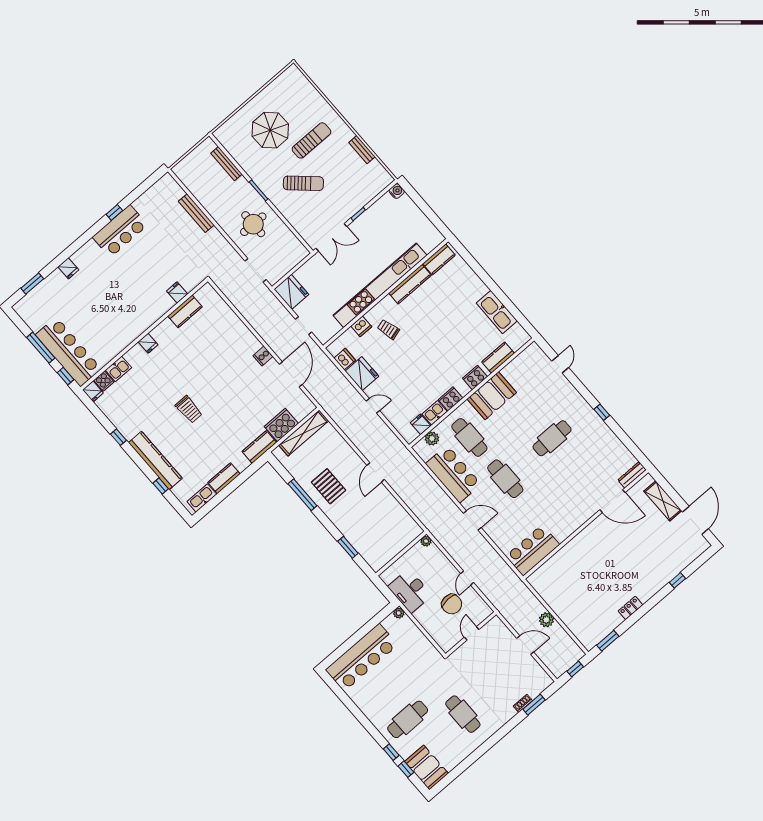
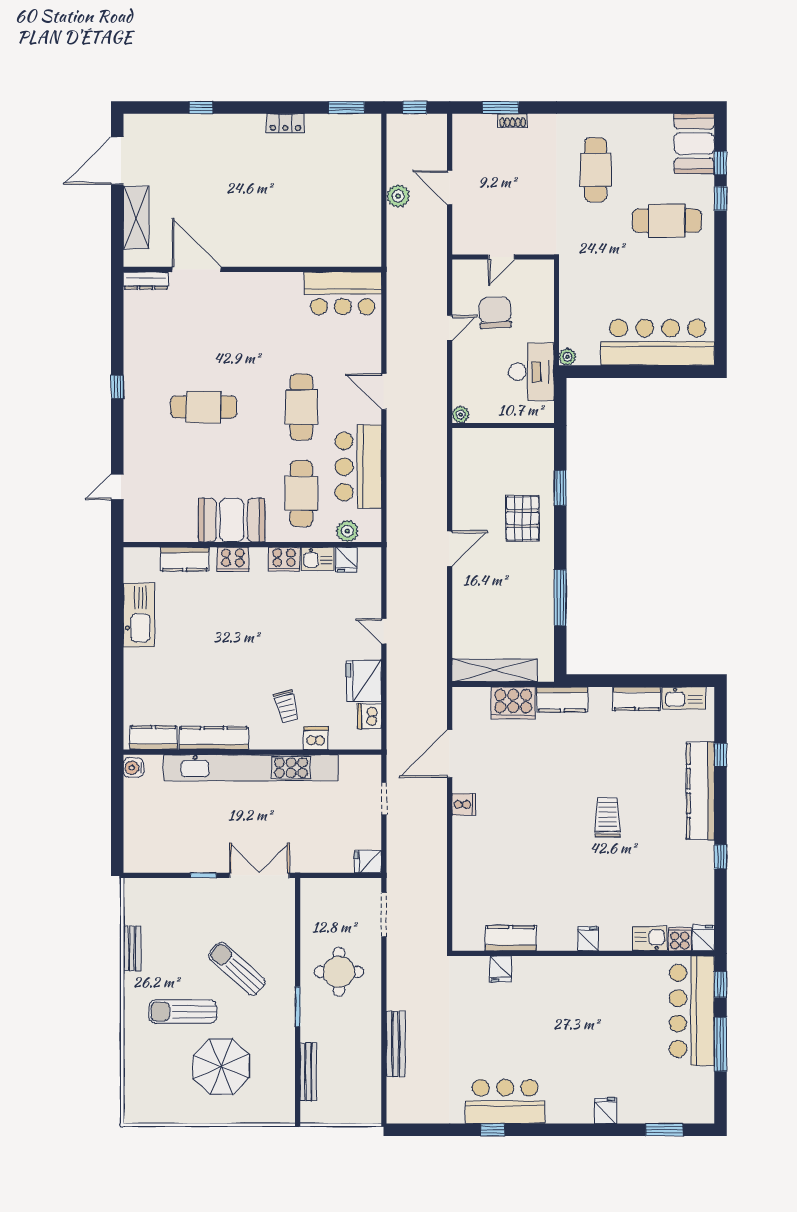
water cooler: (397, 191) -> (133, 768), moved
fridge: (291, 292) -> (368, 862), width x0.53, depth x0.75
pallet: (329, 486) -> (522, 518), moved

